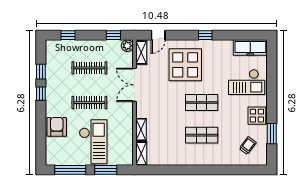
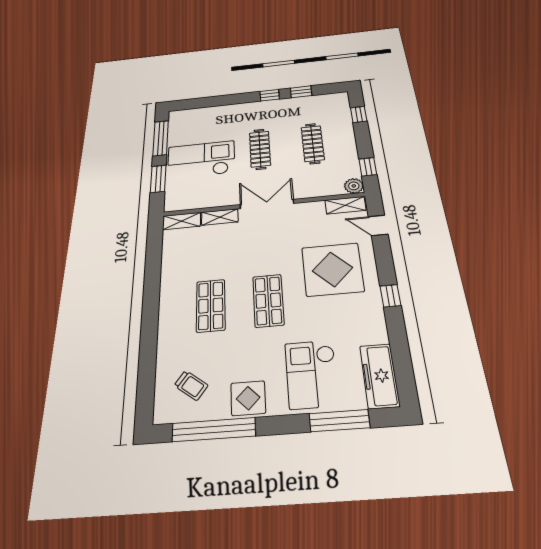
window: (272, 70) -> (339, 421), added
double door: (135, 85) -> (267, 204), moved
armchair: (57, 127) -> (223, 117), removed
window: (272, 134) -> (214, 430), width x2.11
checkout: (93, 142) -> (201, 160), turned 180

